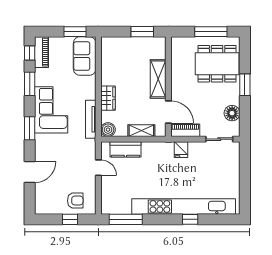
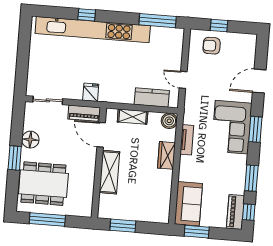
corner sofa: (51, 110) -> (232, 127), moved
floor lamp: (232, 113) -> (30, 140), moved
tv unit: (91, 119) -> (187, 140), width x0.71

